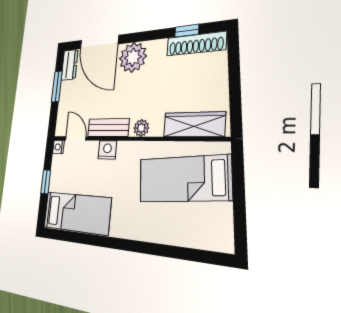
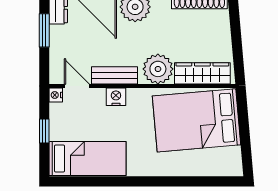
plant: (141, 128) -> (158, 69), width x1.87, depth x1.87
bed: (184, 179) -> (197, 120), width x1.50

